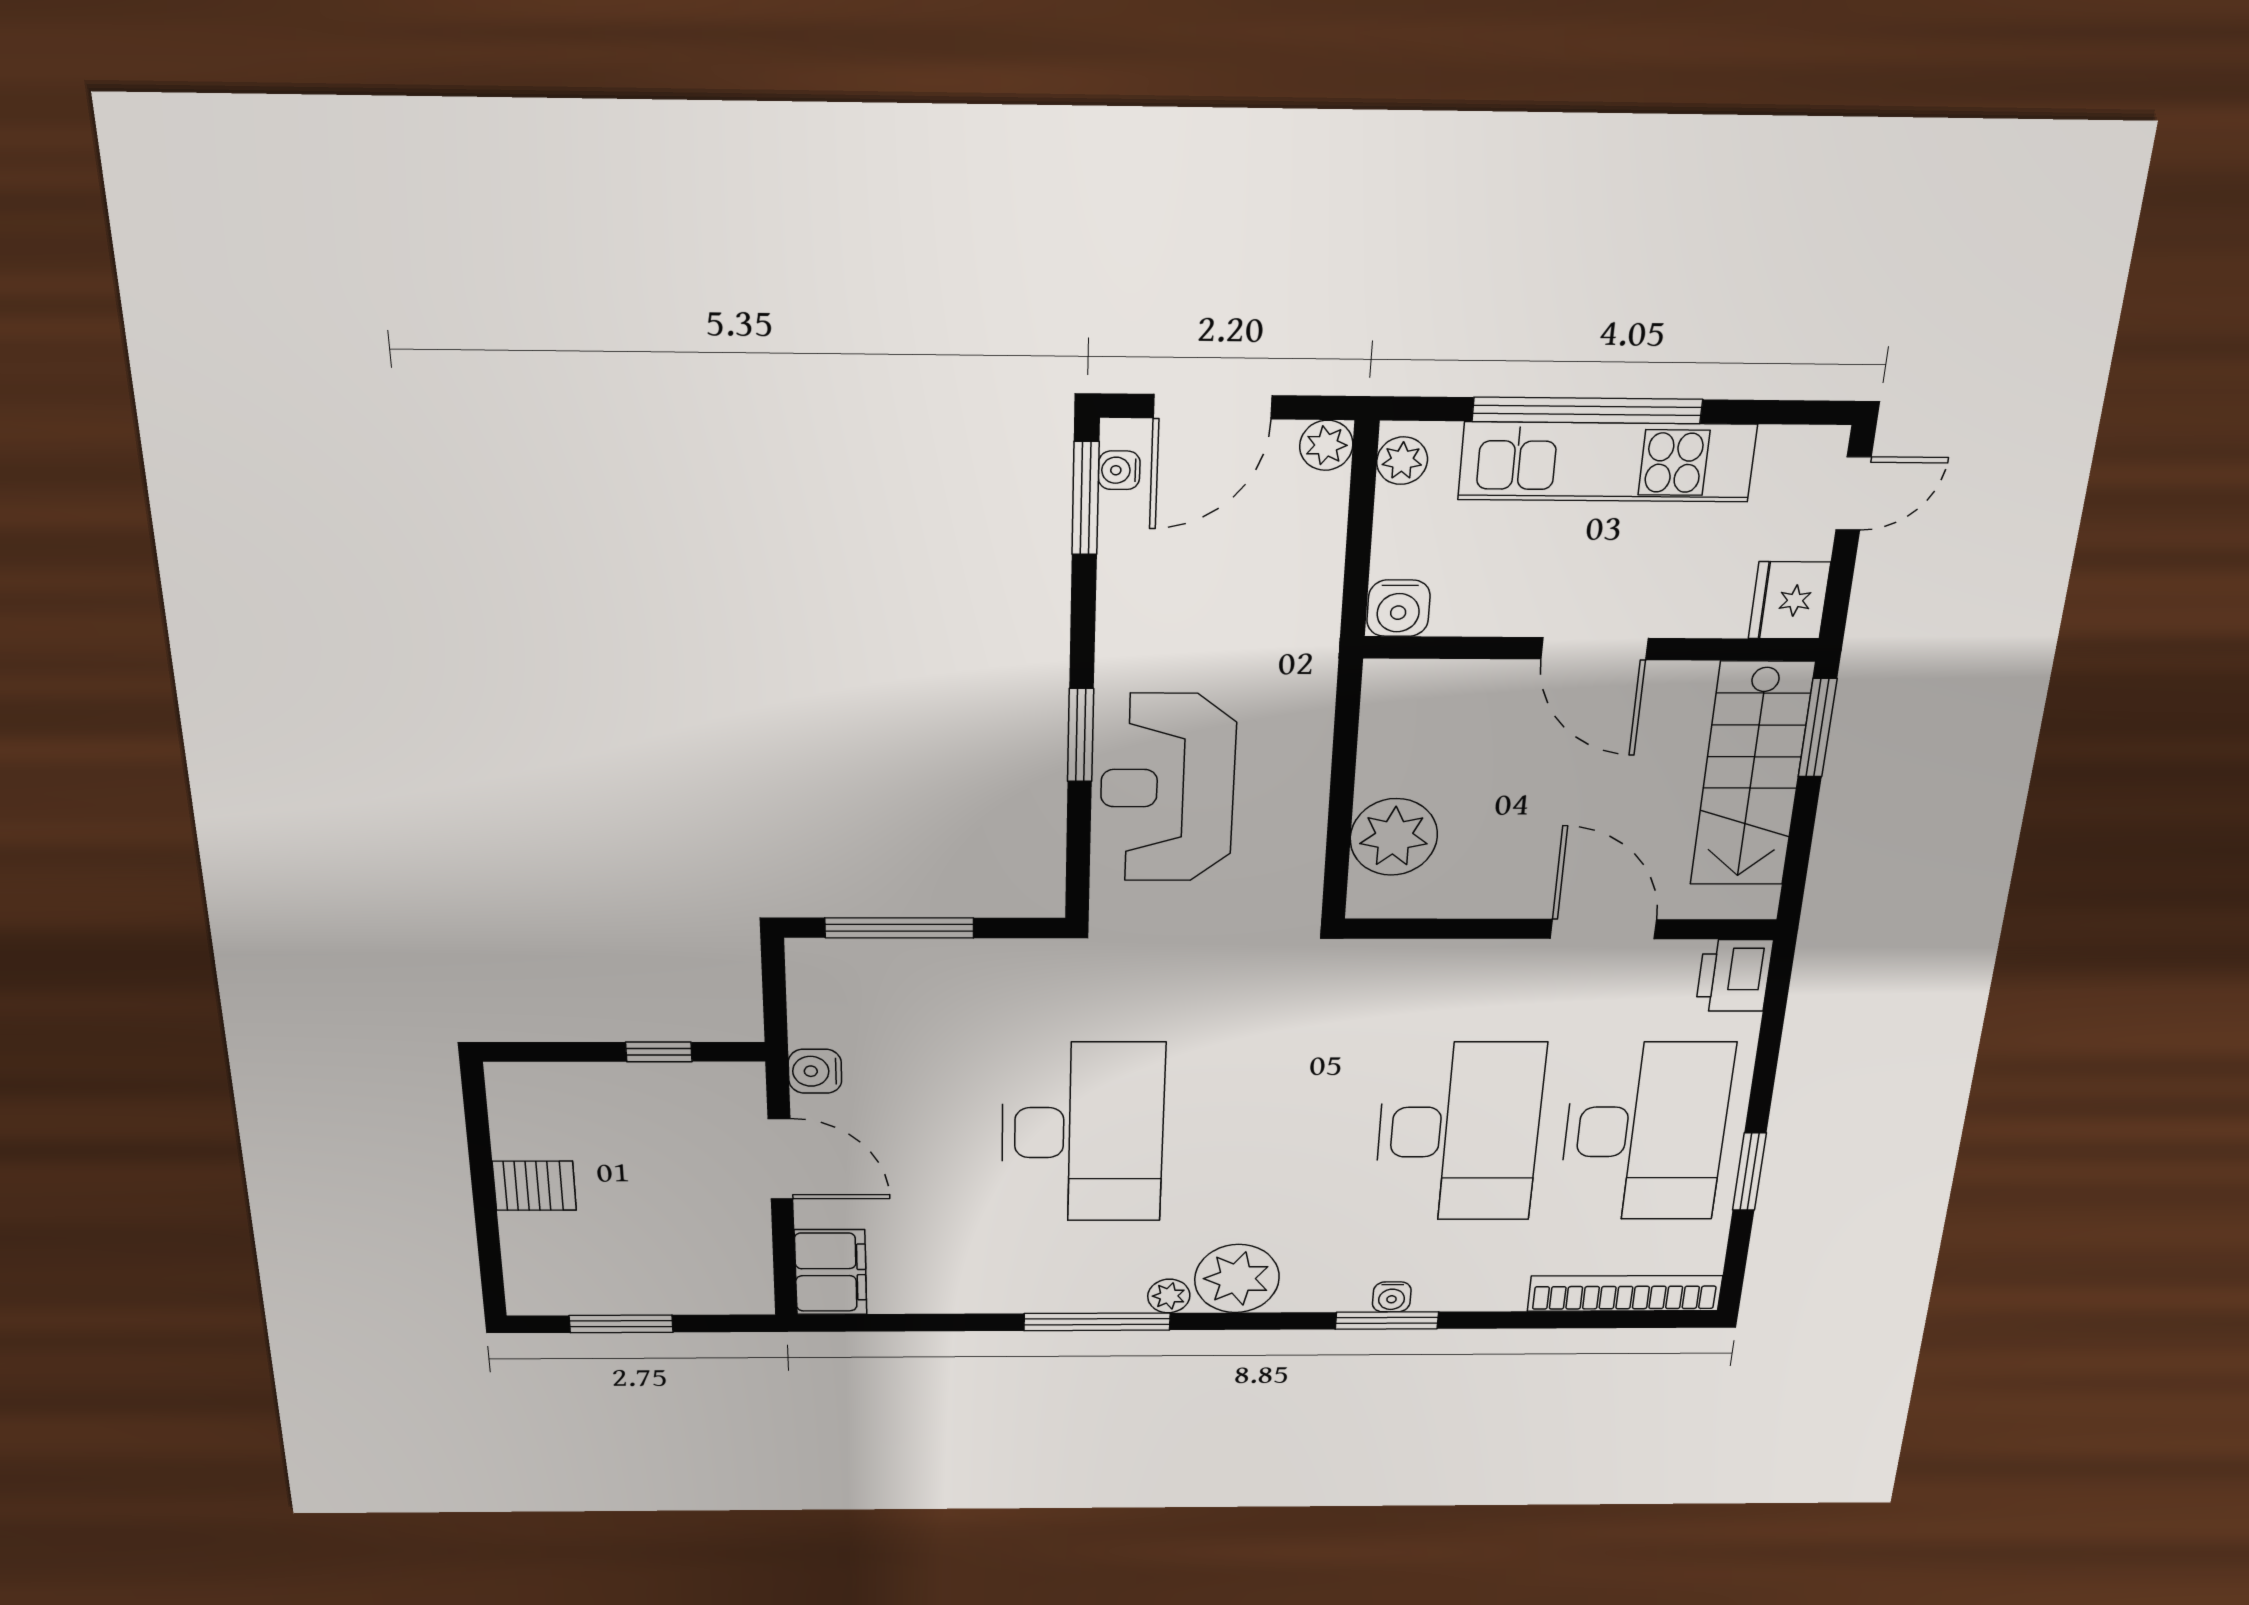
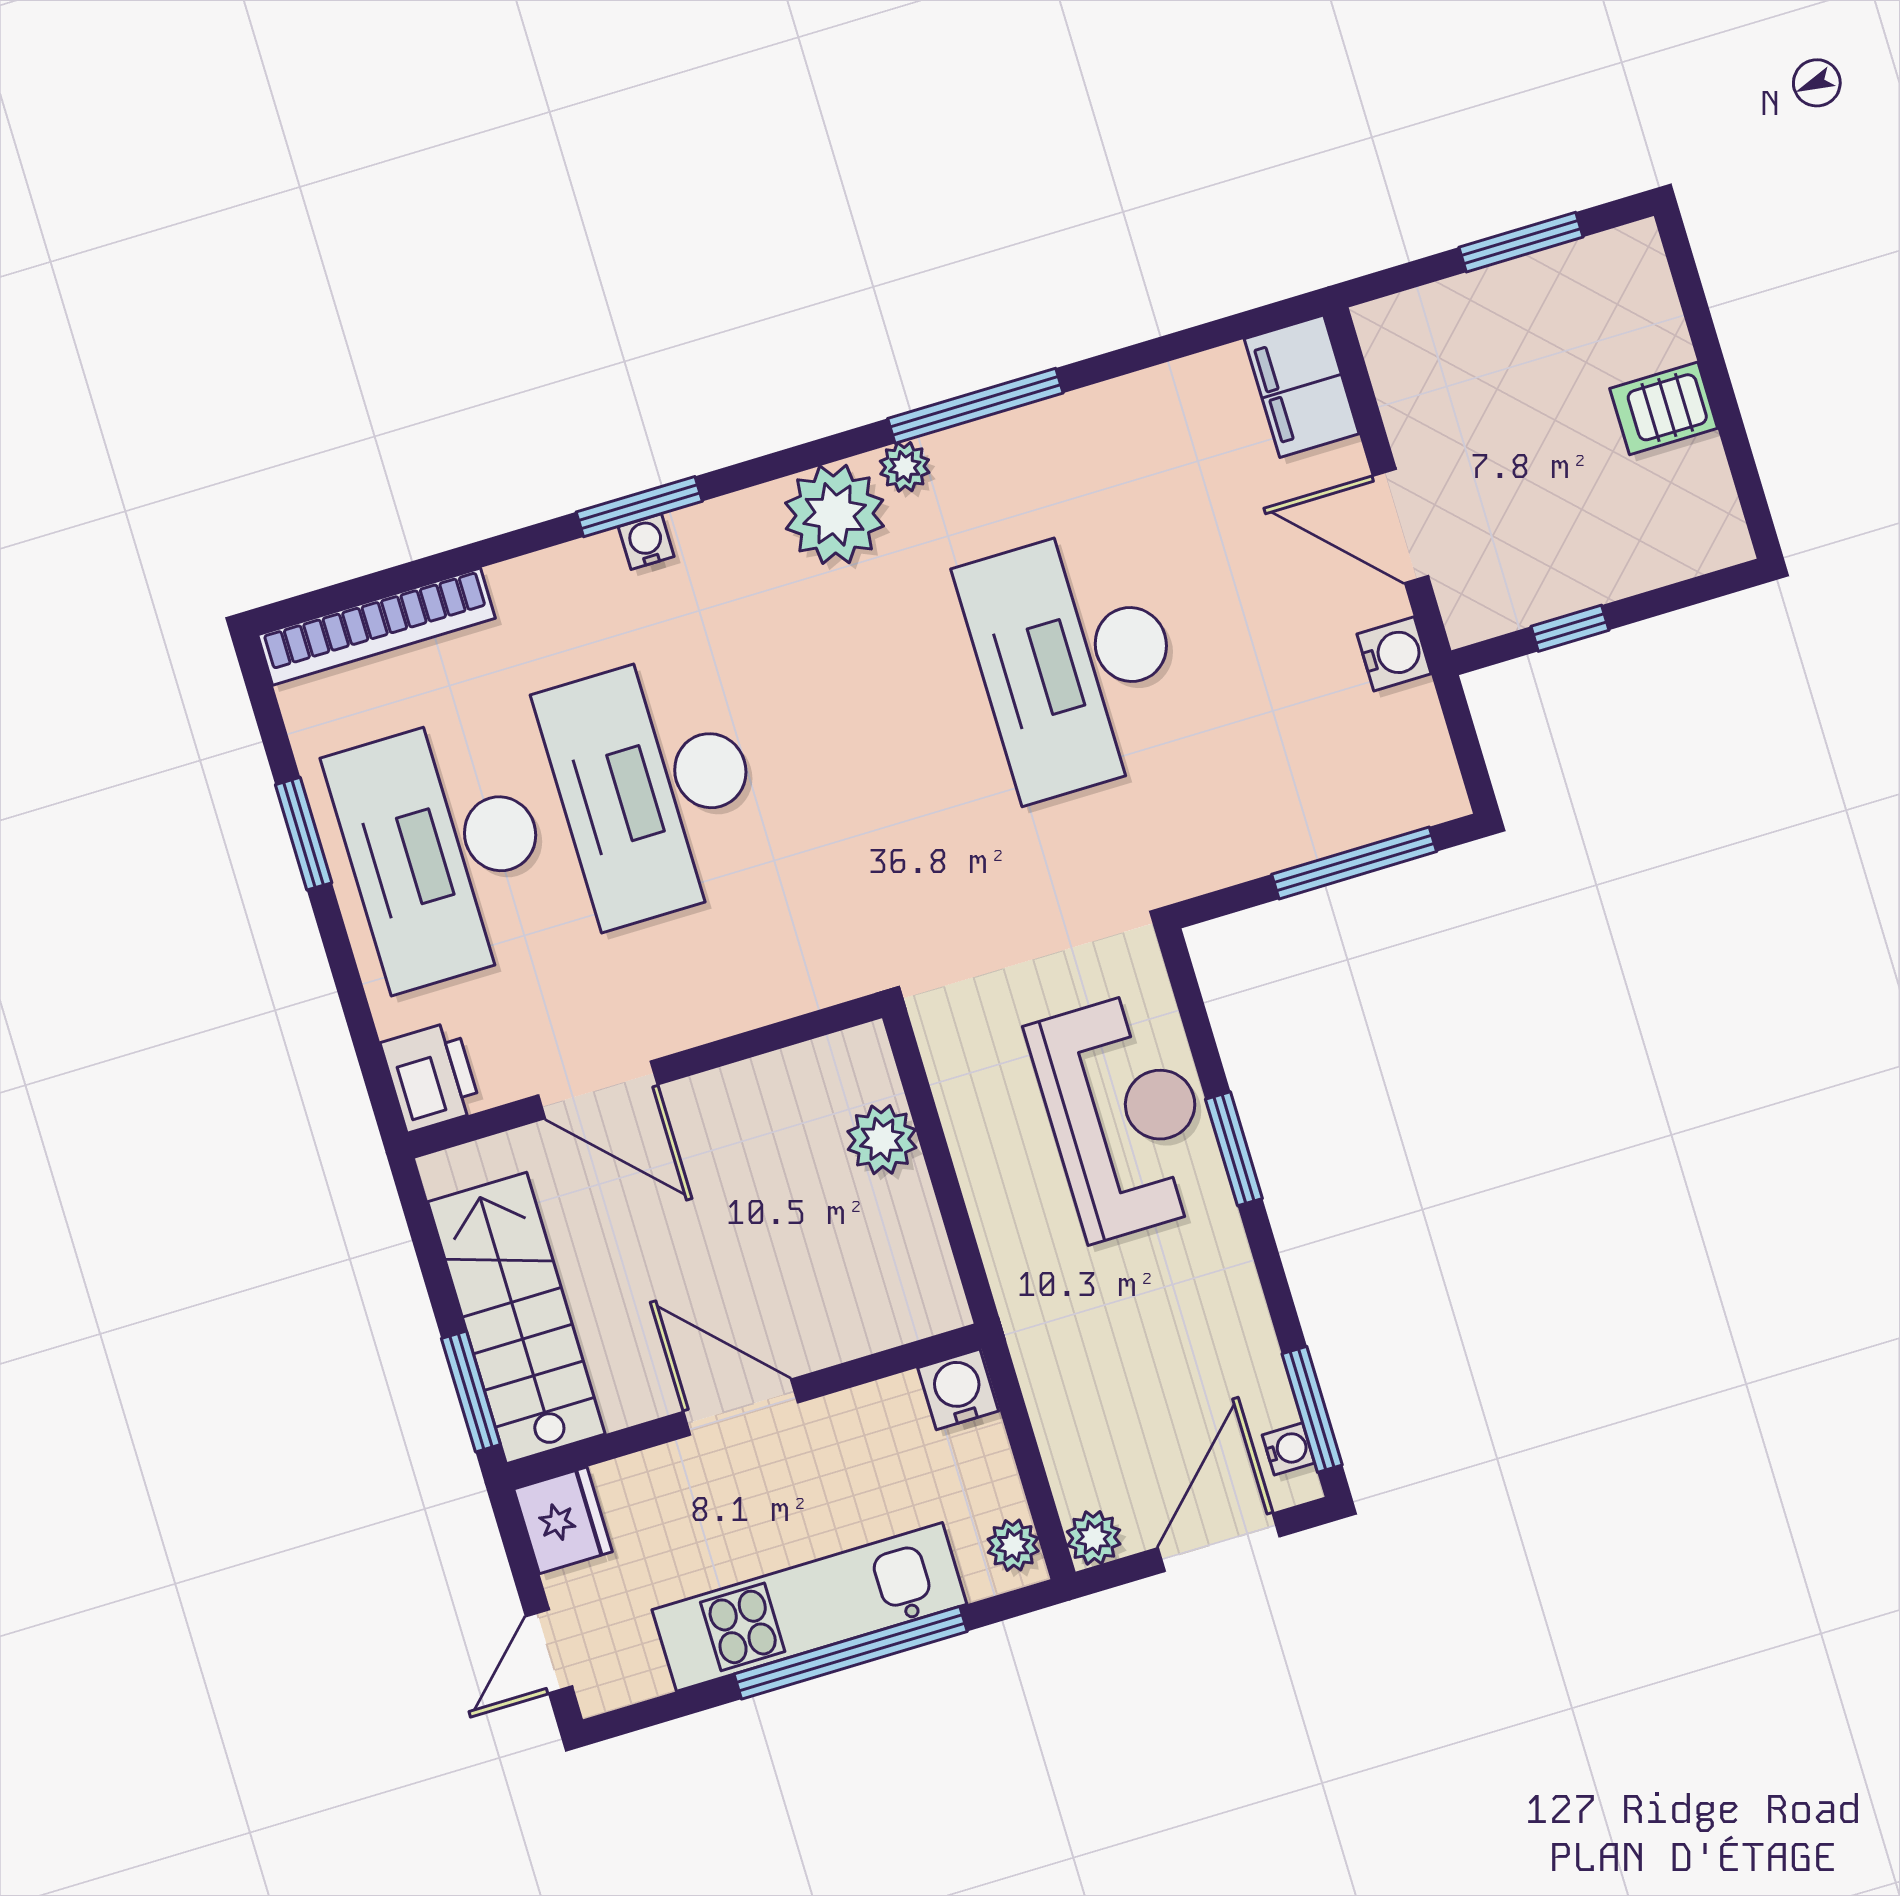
plant: (1394, 837) -> (882, 1140), width x0.73, depth x0.73

